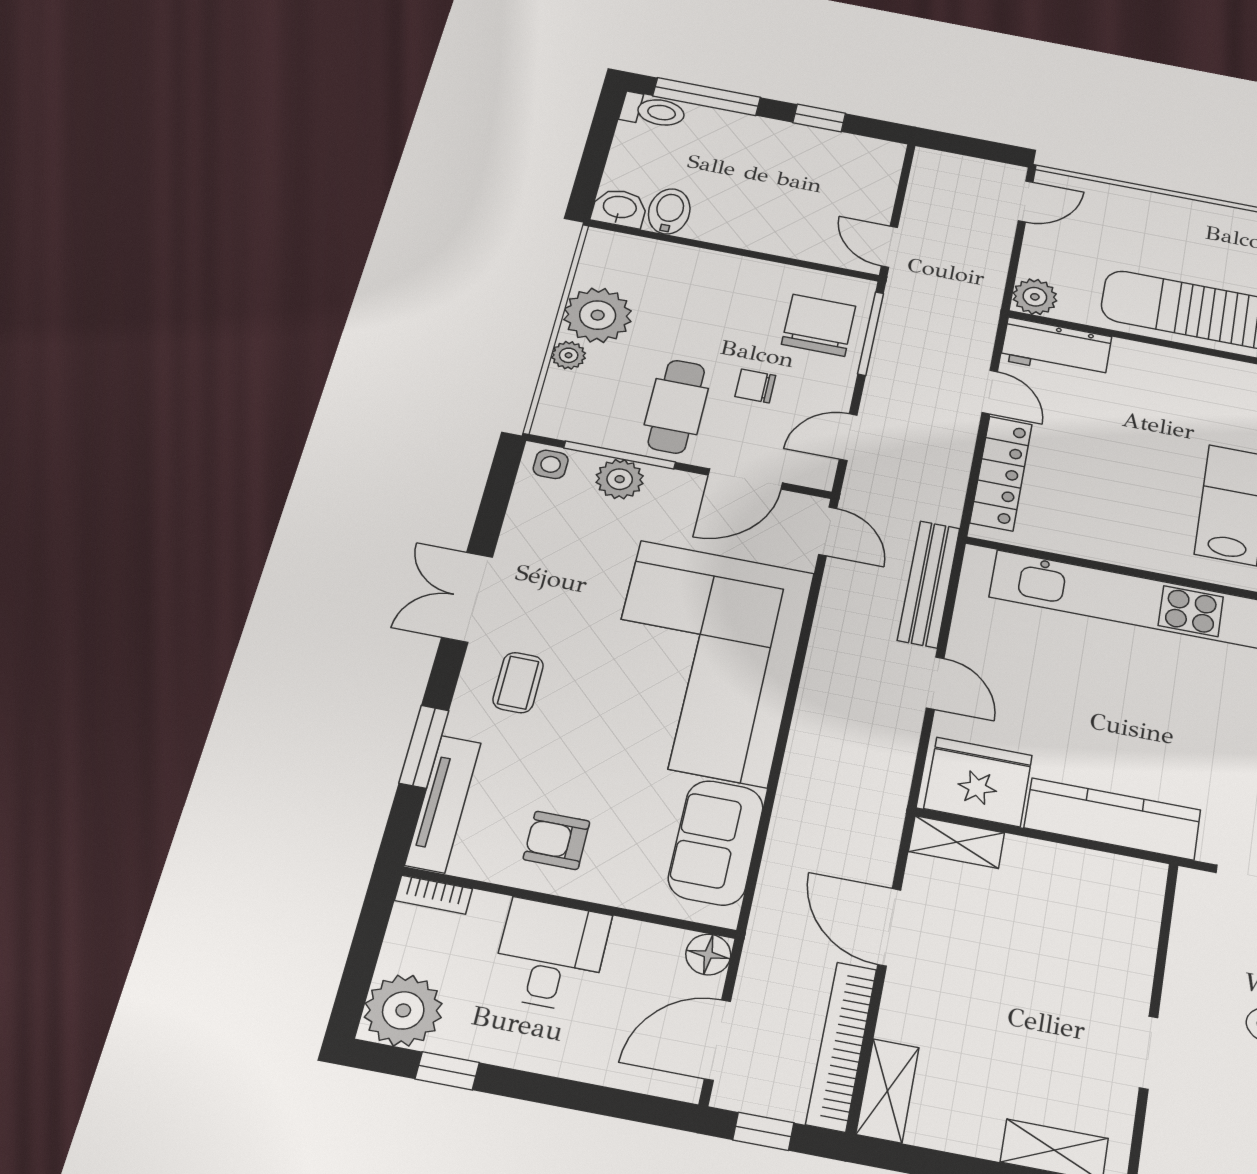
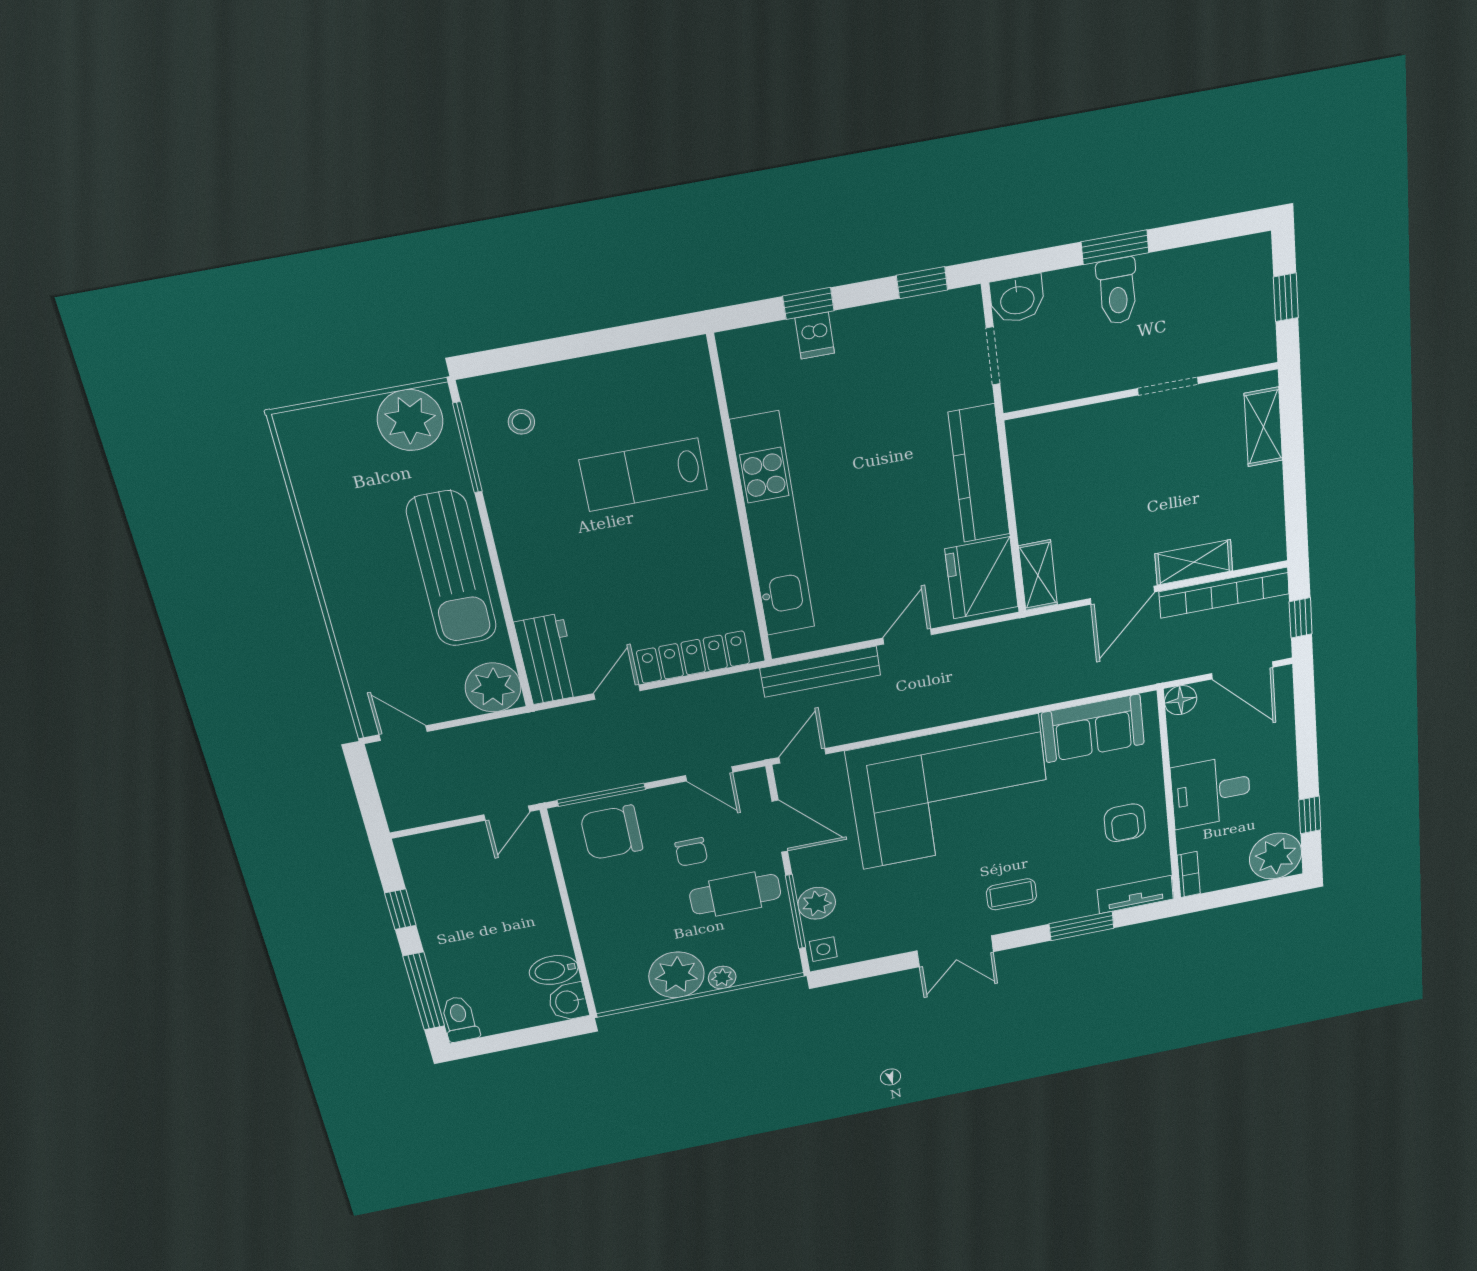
plant: (1035, 297) -> (493, 687), width x1.36, depth x1.36
tv unit: (443, 804) -> (1135, 894), width x0.71
shelving: (887, 1091) -> (1194, 562), moved

